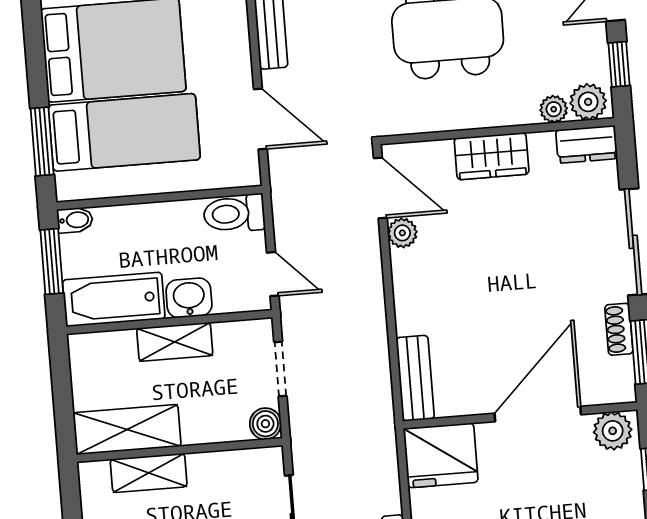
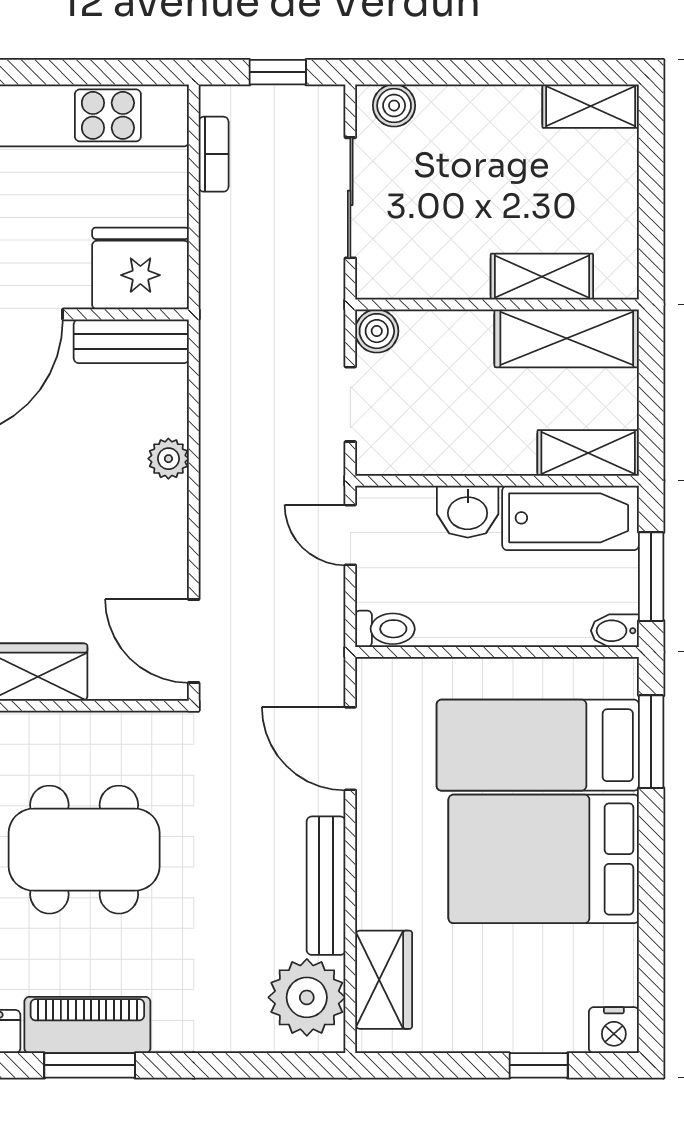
toilet: (234, 214) -> (385, 629), width x0.73, depth x0.72
plant: (402, 233) -> (168, 459), moved
shelving: (175, 342) -> (588, 453), moved
bench: (415, 378) -> (131, 341), moved, turned 90

